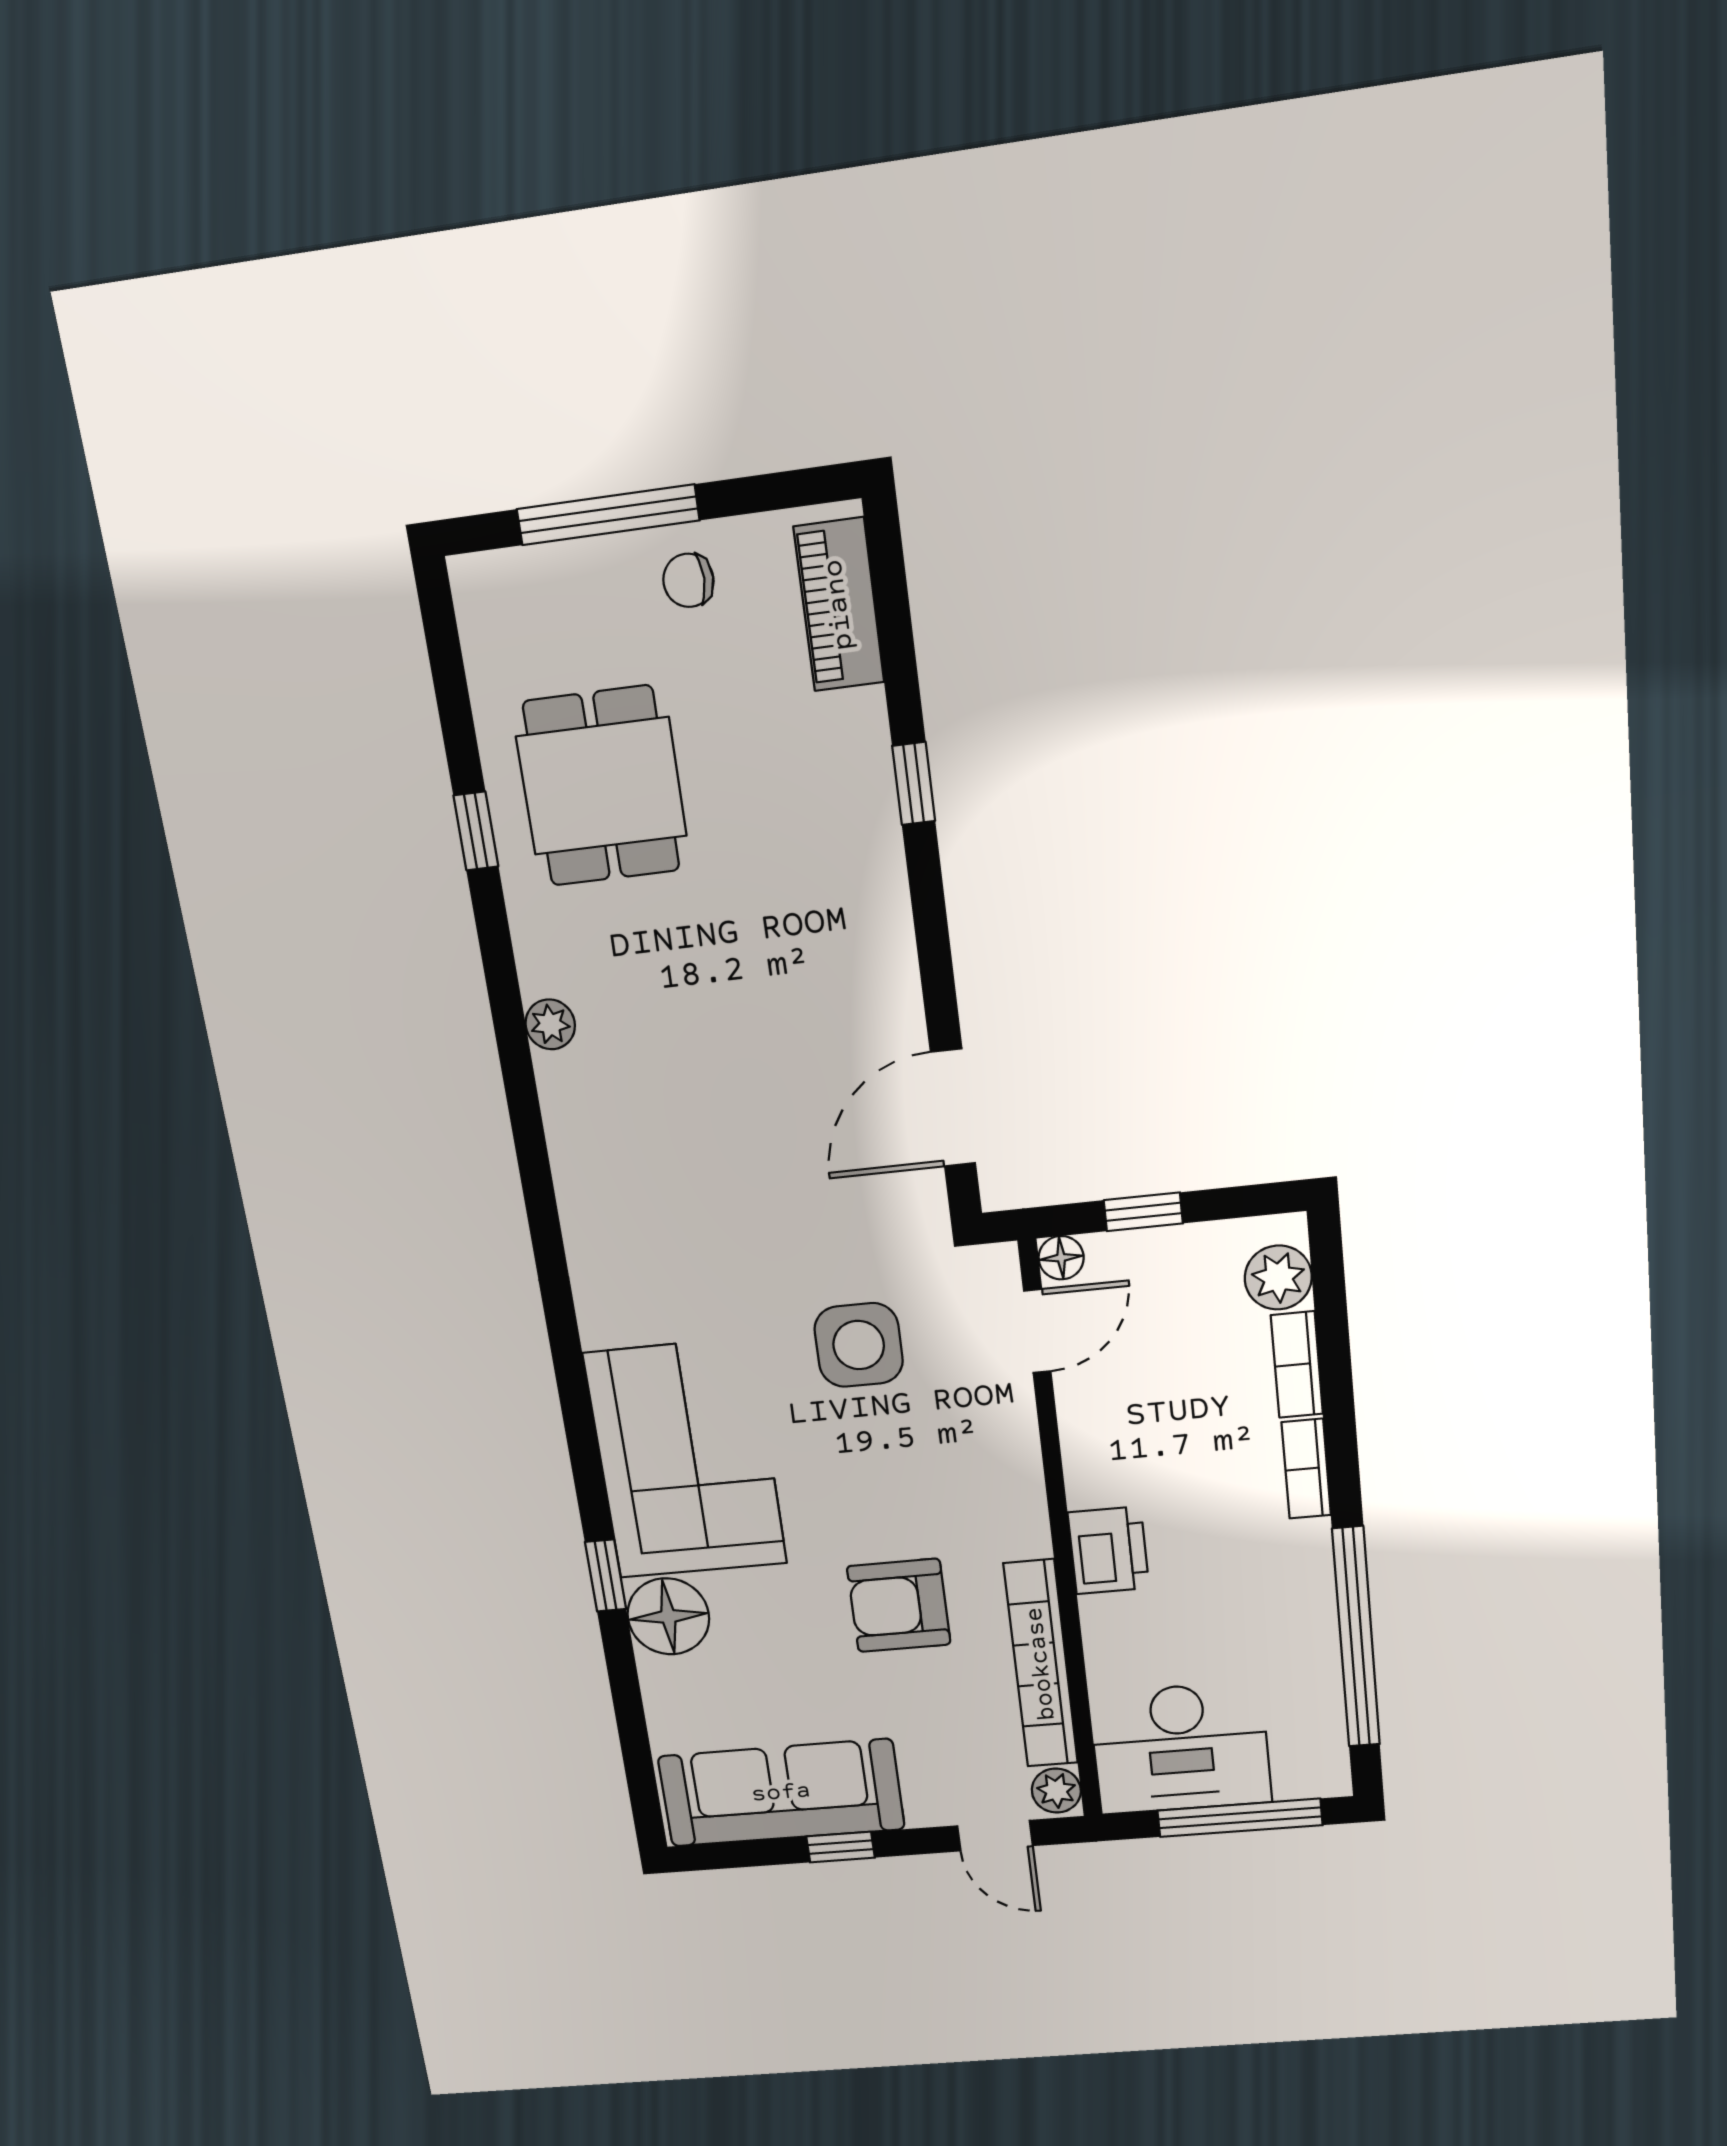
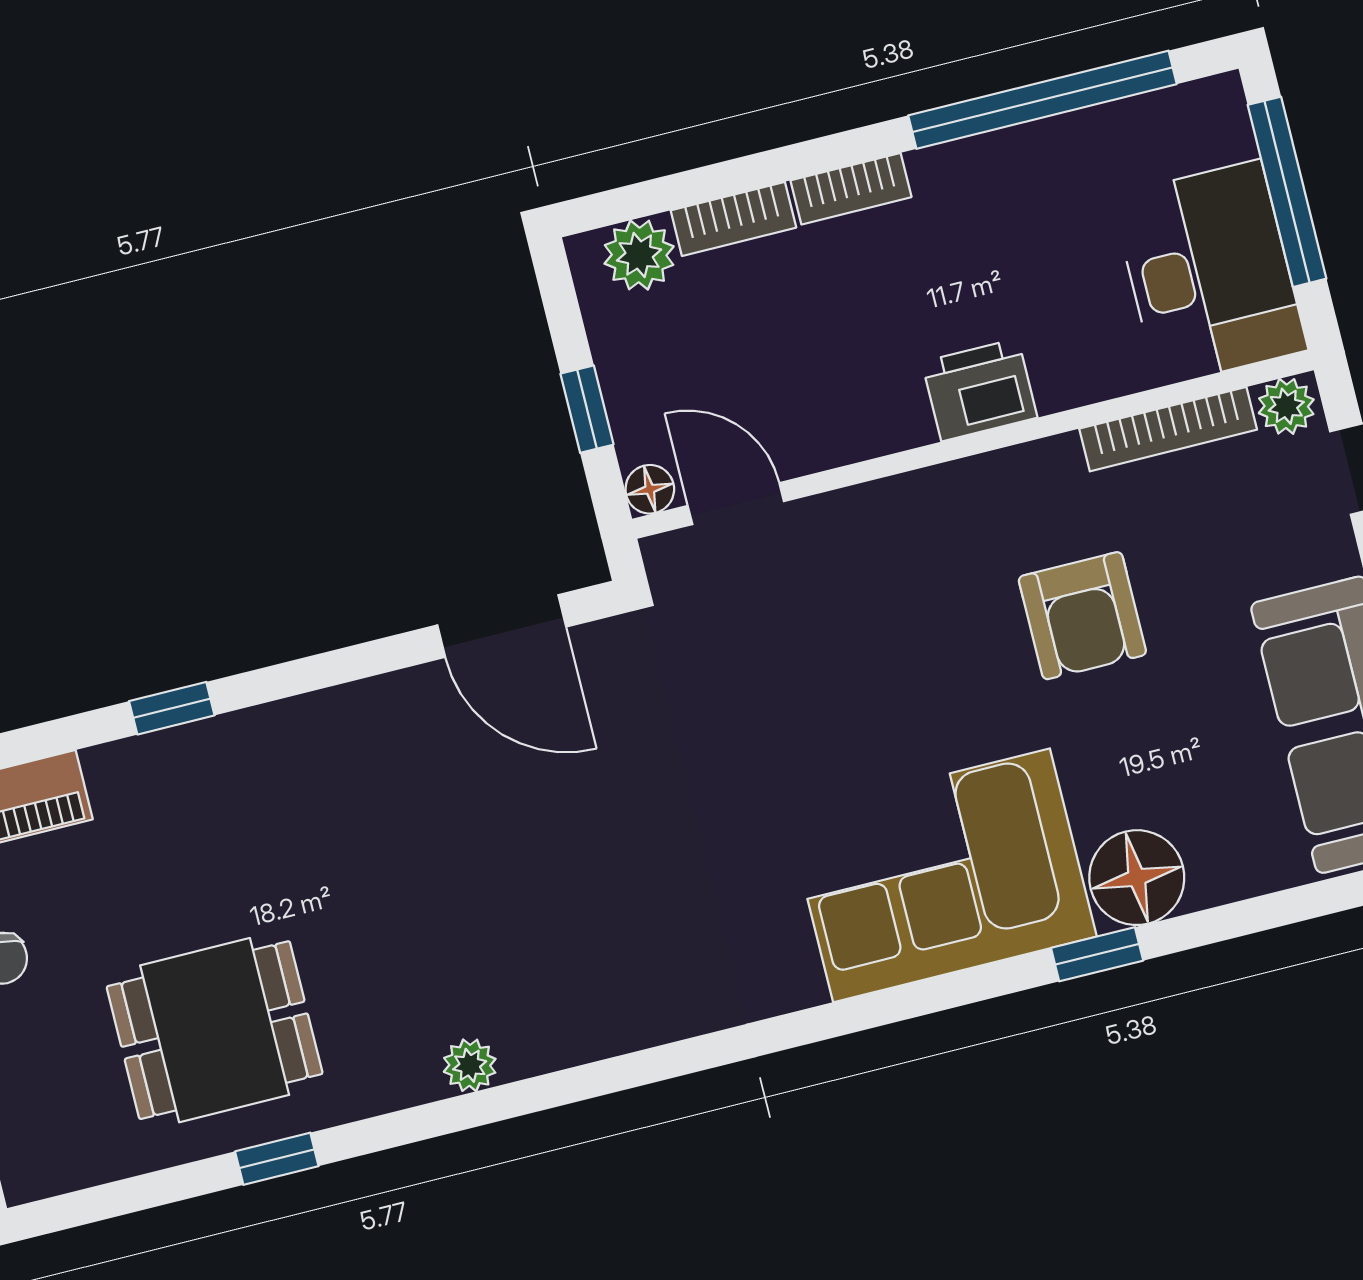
side table: (859, 1345) -> (780, 696), removed
bookcase: (1041, 1664) -> (1168, 429), width x0.68, depth x0.76

